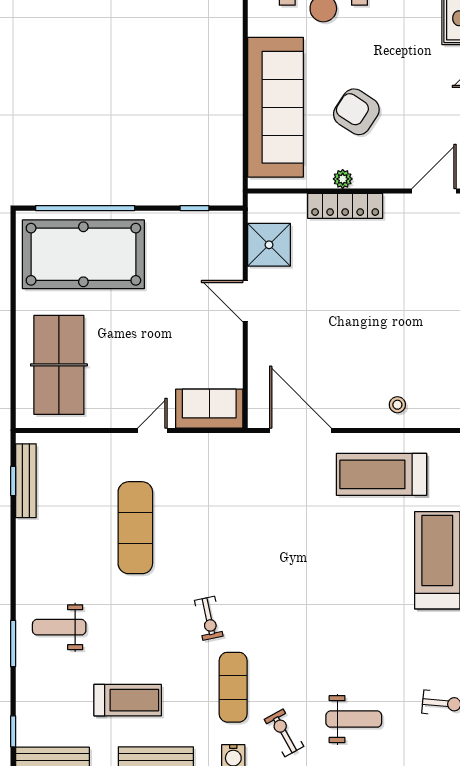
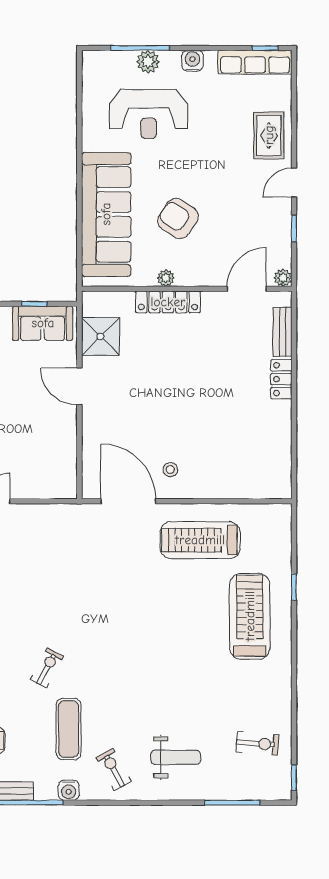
stool: (397, 405) -> (170, 470), moved
sofa: (209, 409) -> (43, 323), moved, turned 180
exercise bike: (209, 618) -> (47, 668), turned -140

